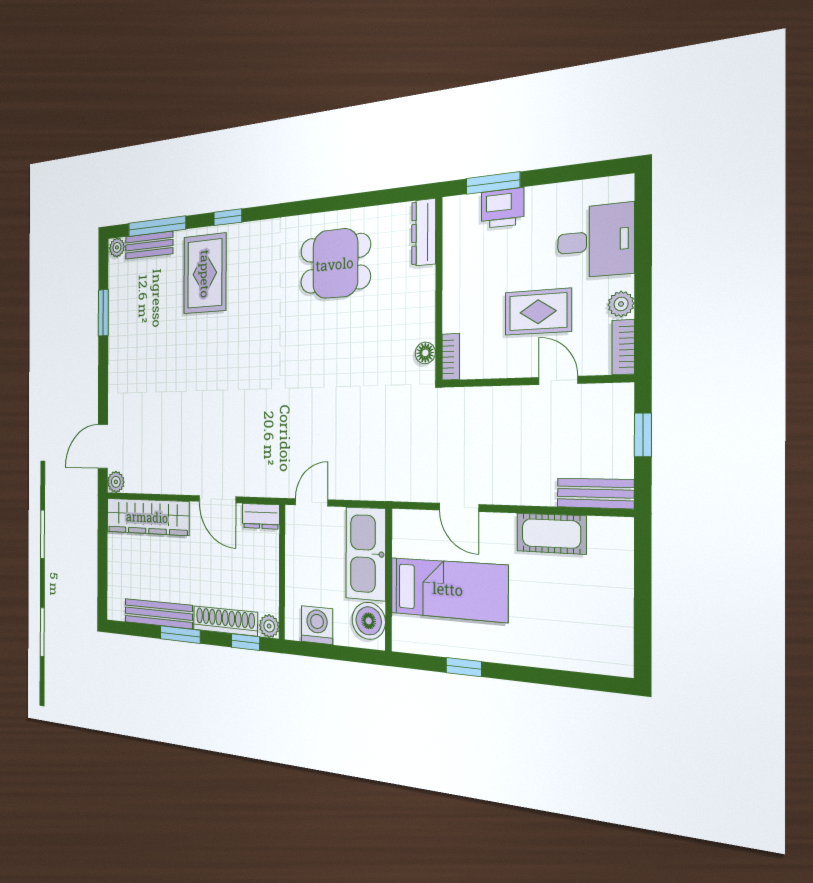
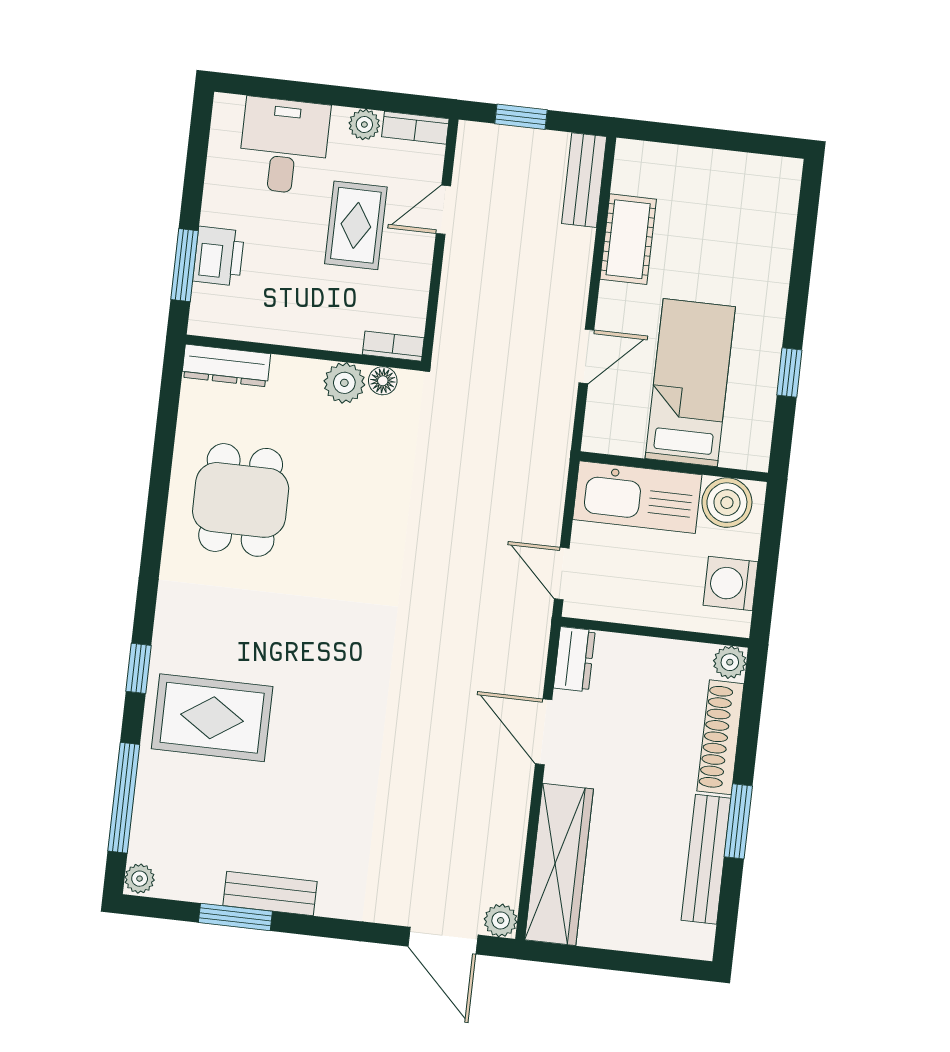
bench: (149, 245) -> (270, 893), moved, turned 90
plant: (421, 324) -> (344, 383), added
door: (217, 499) -> (544, 732), swing flipped
window: (245, 642) -> (751, 705), removed

